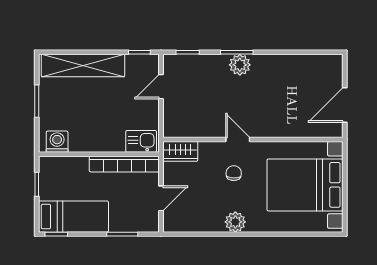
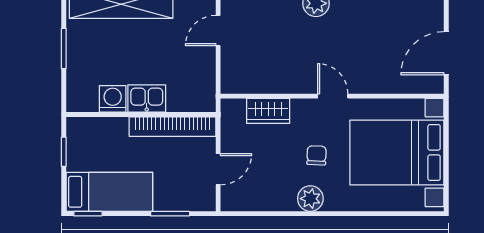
door: (238, 139) -> (333, 96), moved
kitchen sink: (141, 141) -> (147, 99), moved
washing machine: (57, 142) -> (113, 99), moved
wardrobe: (180, 151) -> (268, 111), moved
chair: (234, 173) -> (316, 155), moved

